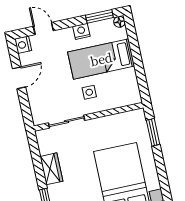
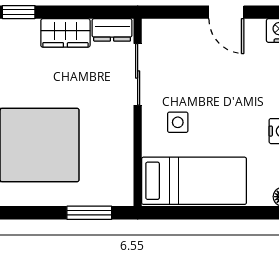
bed: (101, 59) -> (194, 181), moved, turned 90
dresser: (44, 142) -> (112, 30), added

